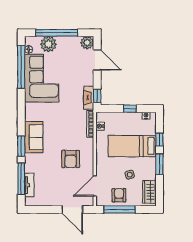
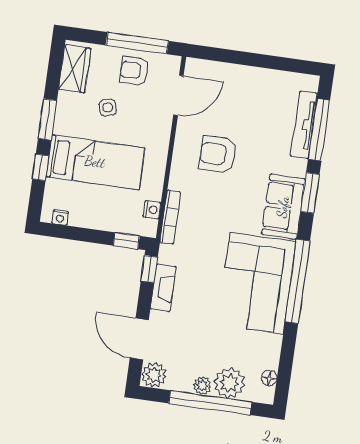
plant: (62, 41) -> (202, 386), added
window: (21, 67) -> (297, 281), moved
corner sofa: (42, 78) -> (257, 283), moved
fireplace: (89, 98) -> (163, 288), moved
window: (130, 109) -> (126, 241), moved
armchair: (71, 159) -> (218, 154), turned -90
tv unit: (29, 185) -> (304, 125), width x1.41
armchair: (119, 195) -> (134, 71), turned 90
door: (72, 209) -> (229, 56), removed

